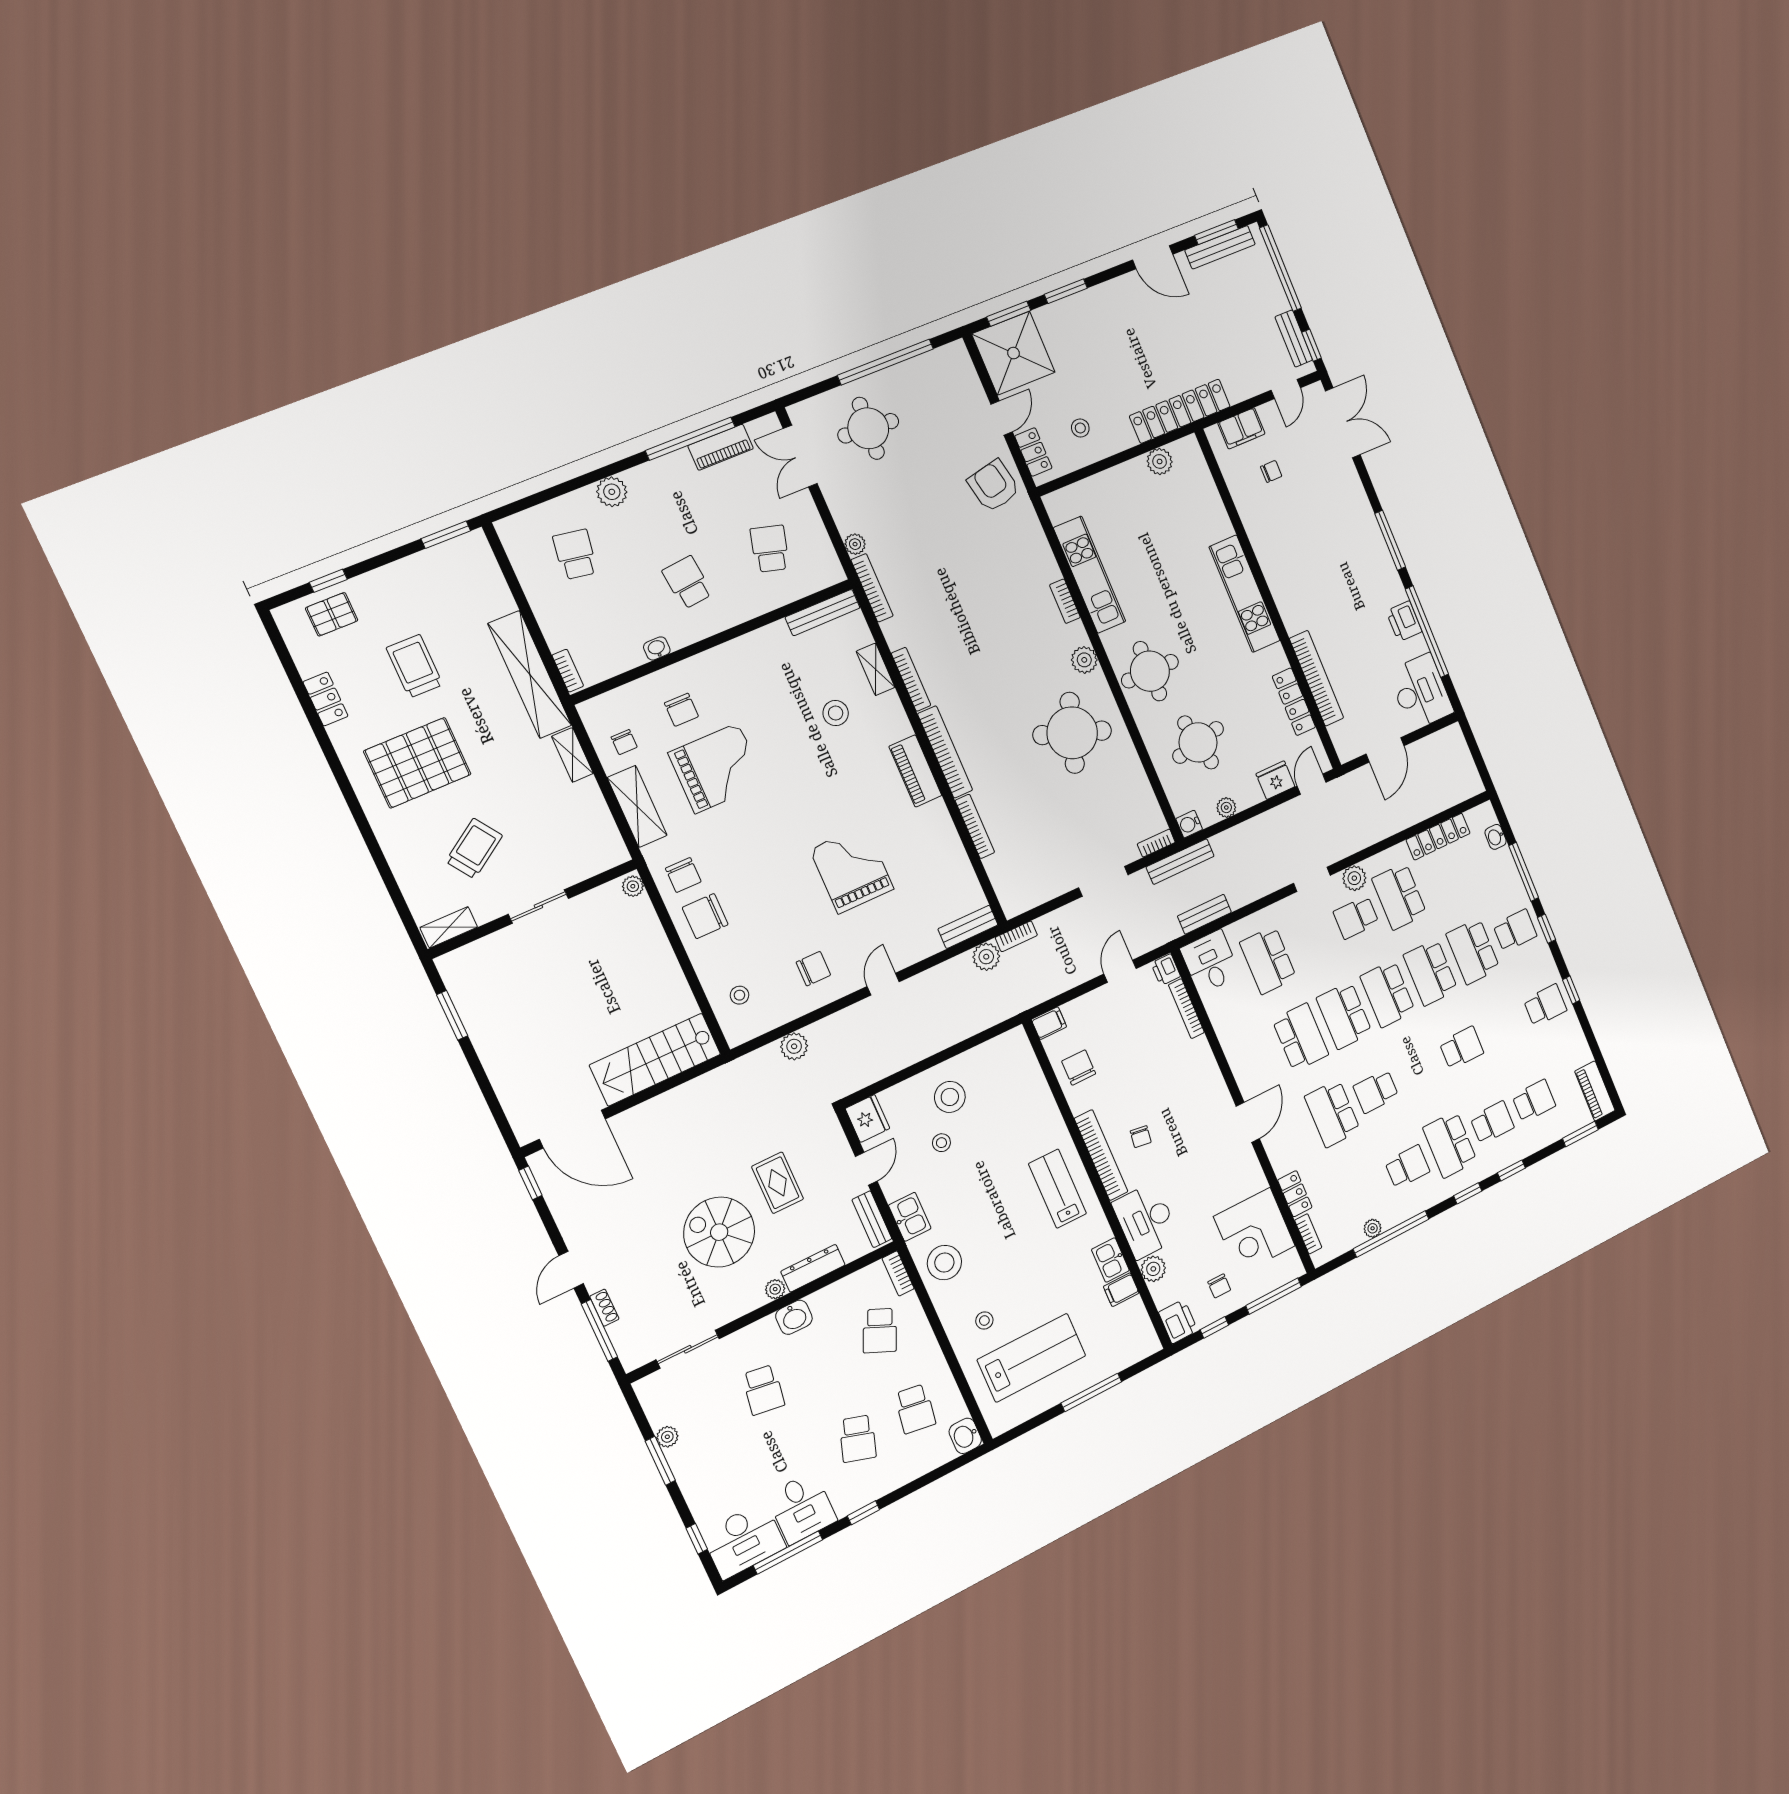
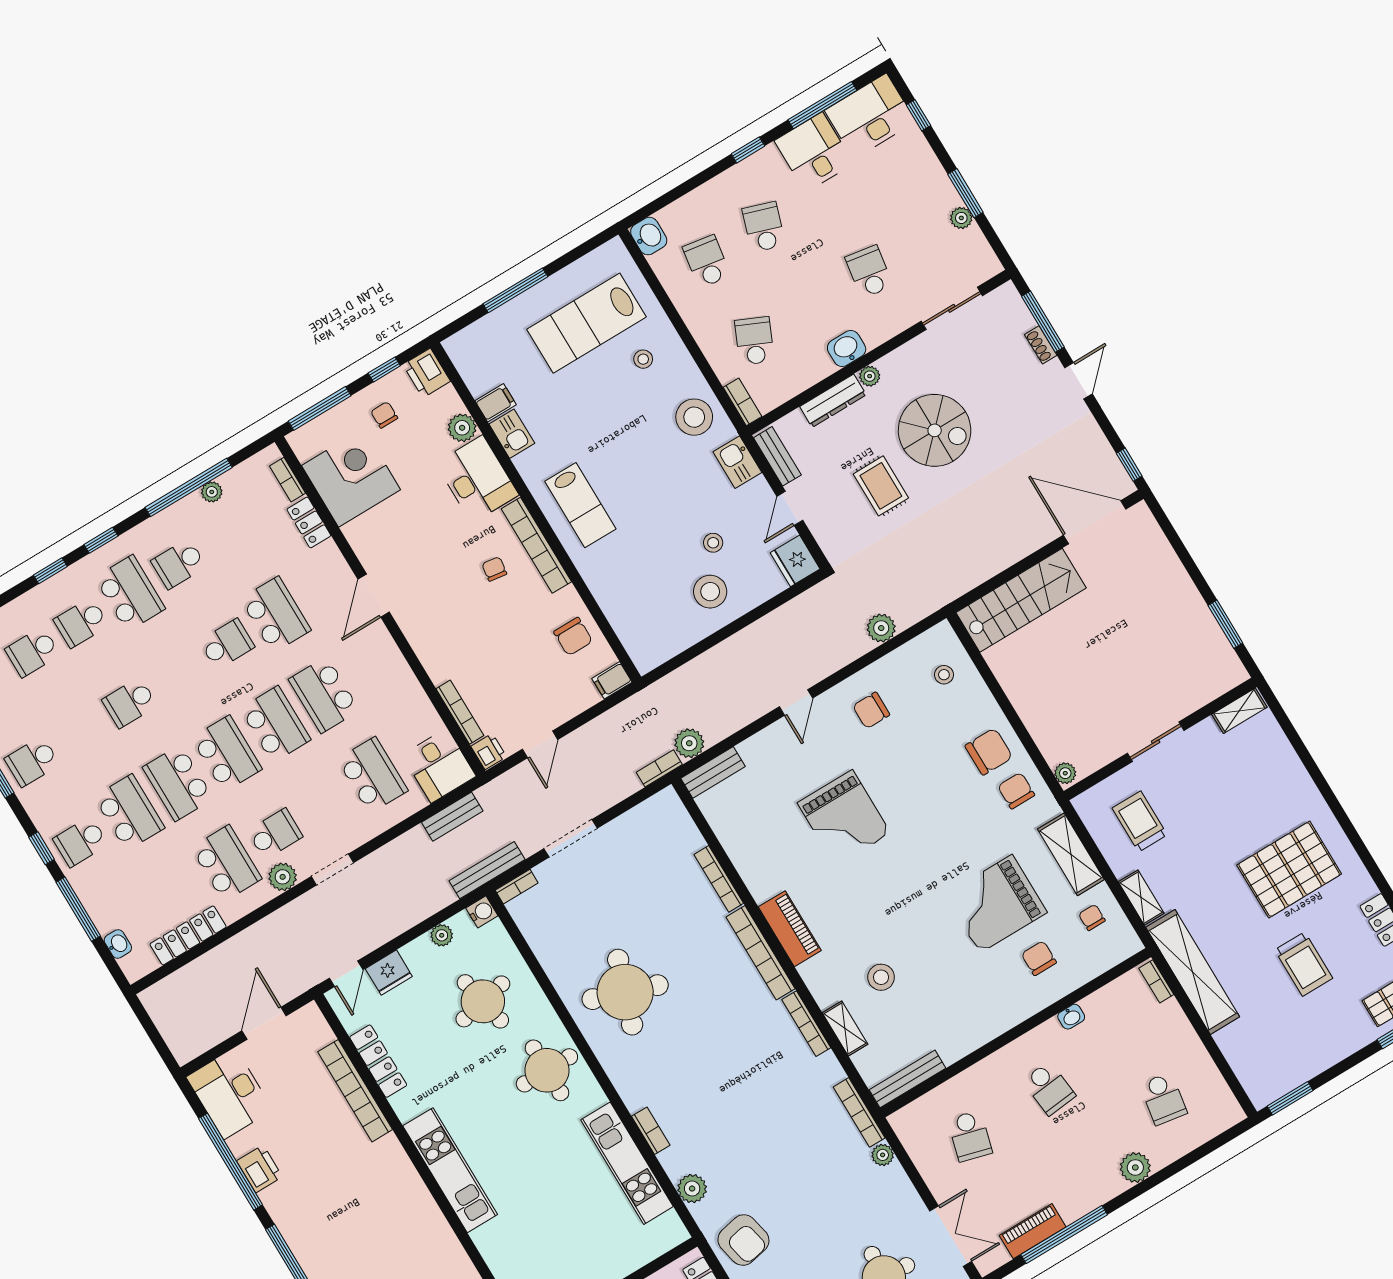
plant: (1084, 660) -> (692, 1189), moved
trolley: (474, 848) -> (1140, 821), moved, turned 124
school desk: (1431, 972) -> (178, 783), turned 180

